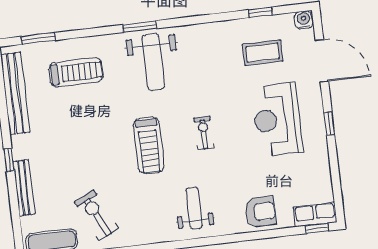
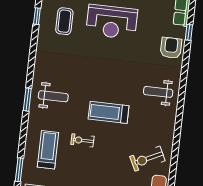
weight bench: (153, 62) -> (53, 96), width x0.73, depth x0.75
exercise bike: (204, 133) -> (82, 140), moved
treadmill: (149, 145) -> (109, 112), turned 180
window: (317, 228) -> (189, 32), moved

